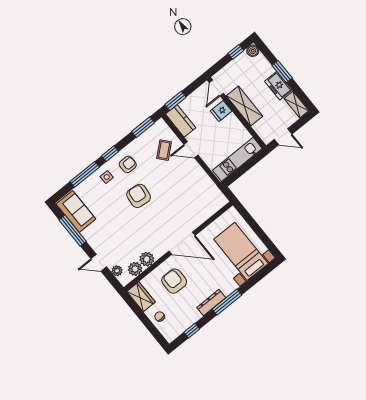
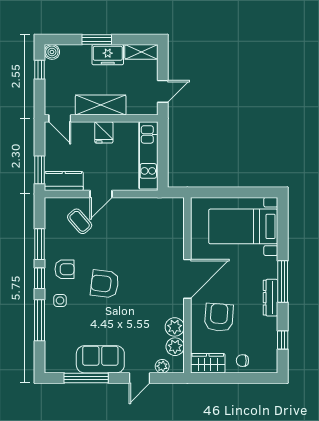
fridge: (221, 111) -> (104, 132), moved
window: (143, 127) -> (39, 244), moved
armchair: (128, 164) -> (65, 269), turned 90
sofa: (76, 212) -> (100, 359), moved
armchair: (174, 281) -> (219, 317), turned 94

